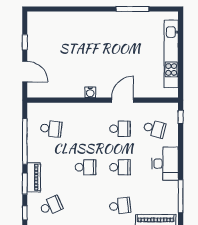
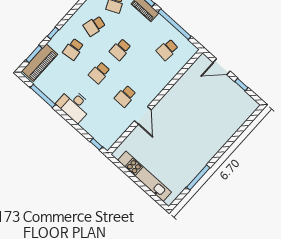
water cooler: (90, 92) -> (168, 98), removed
school desk: (154, 129) -> (94, 26), moved

